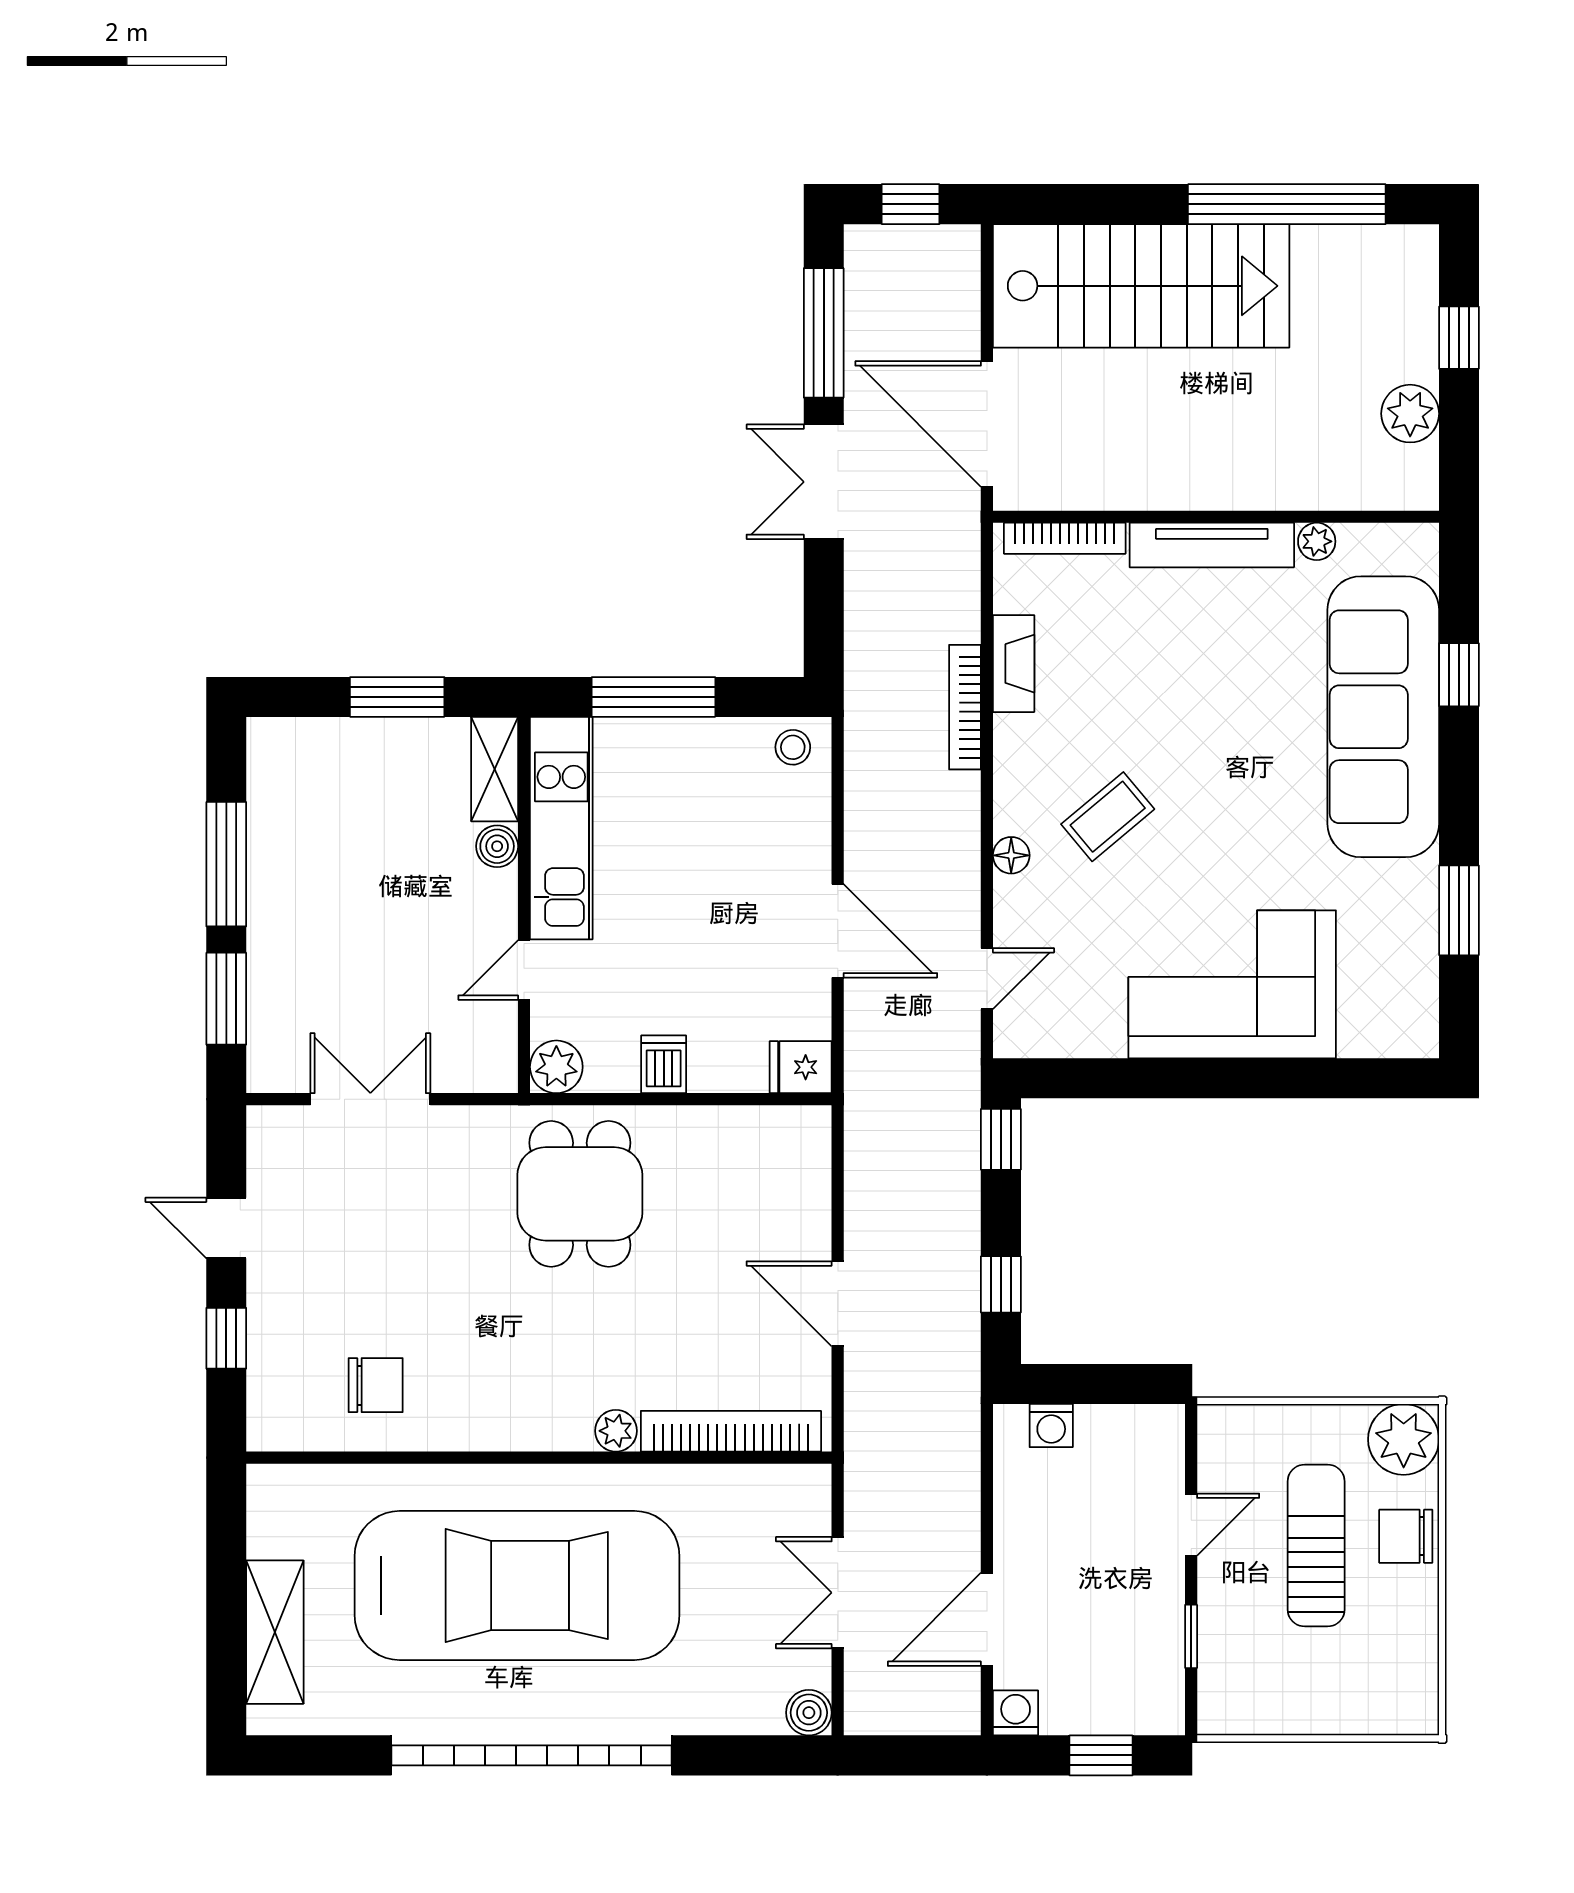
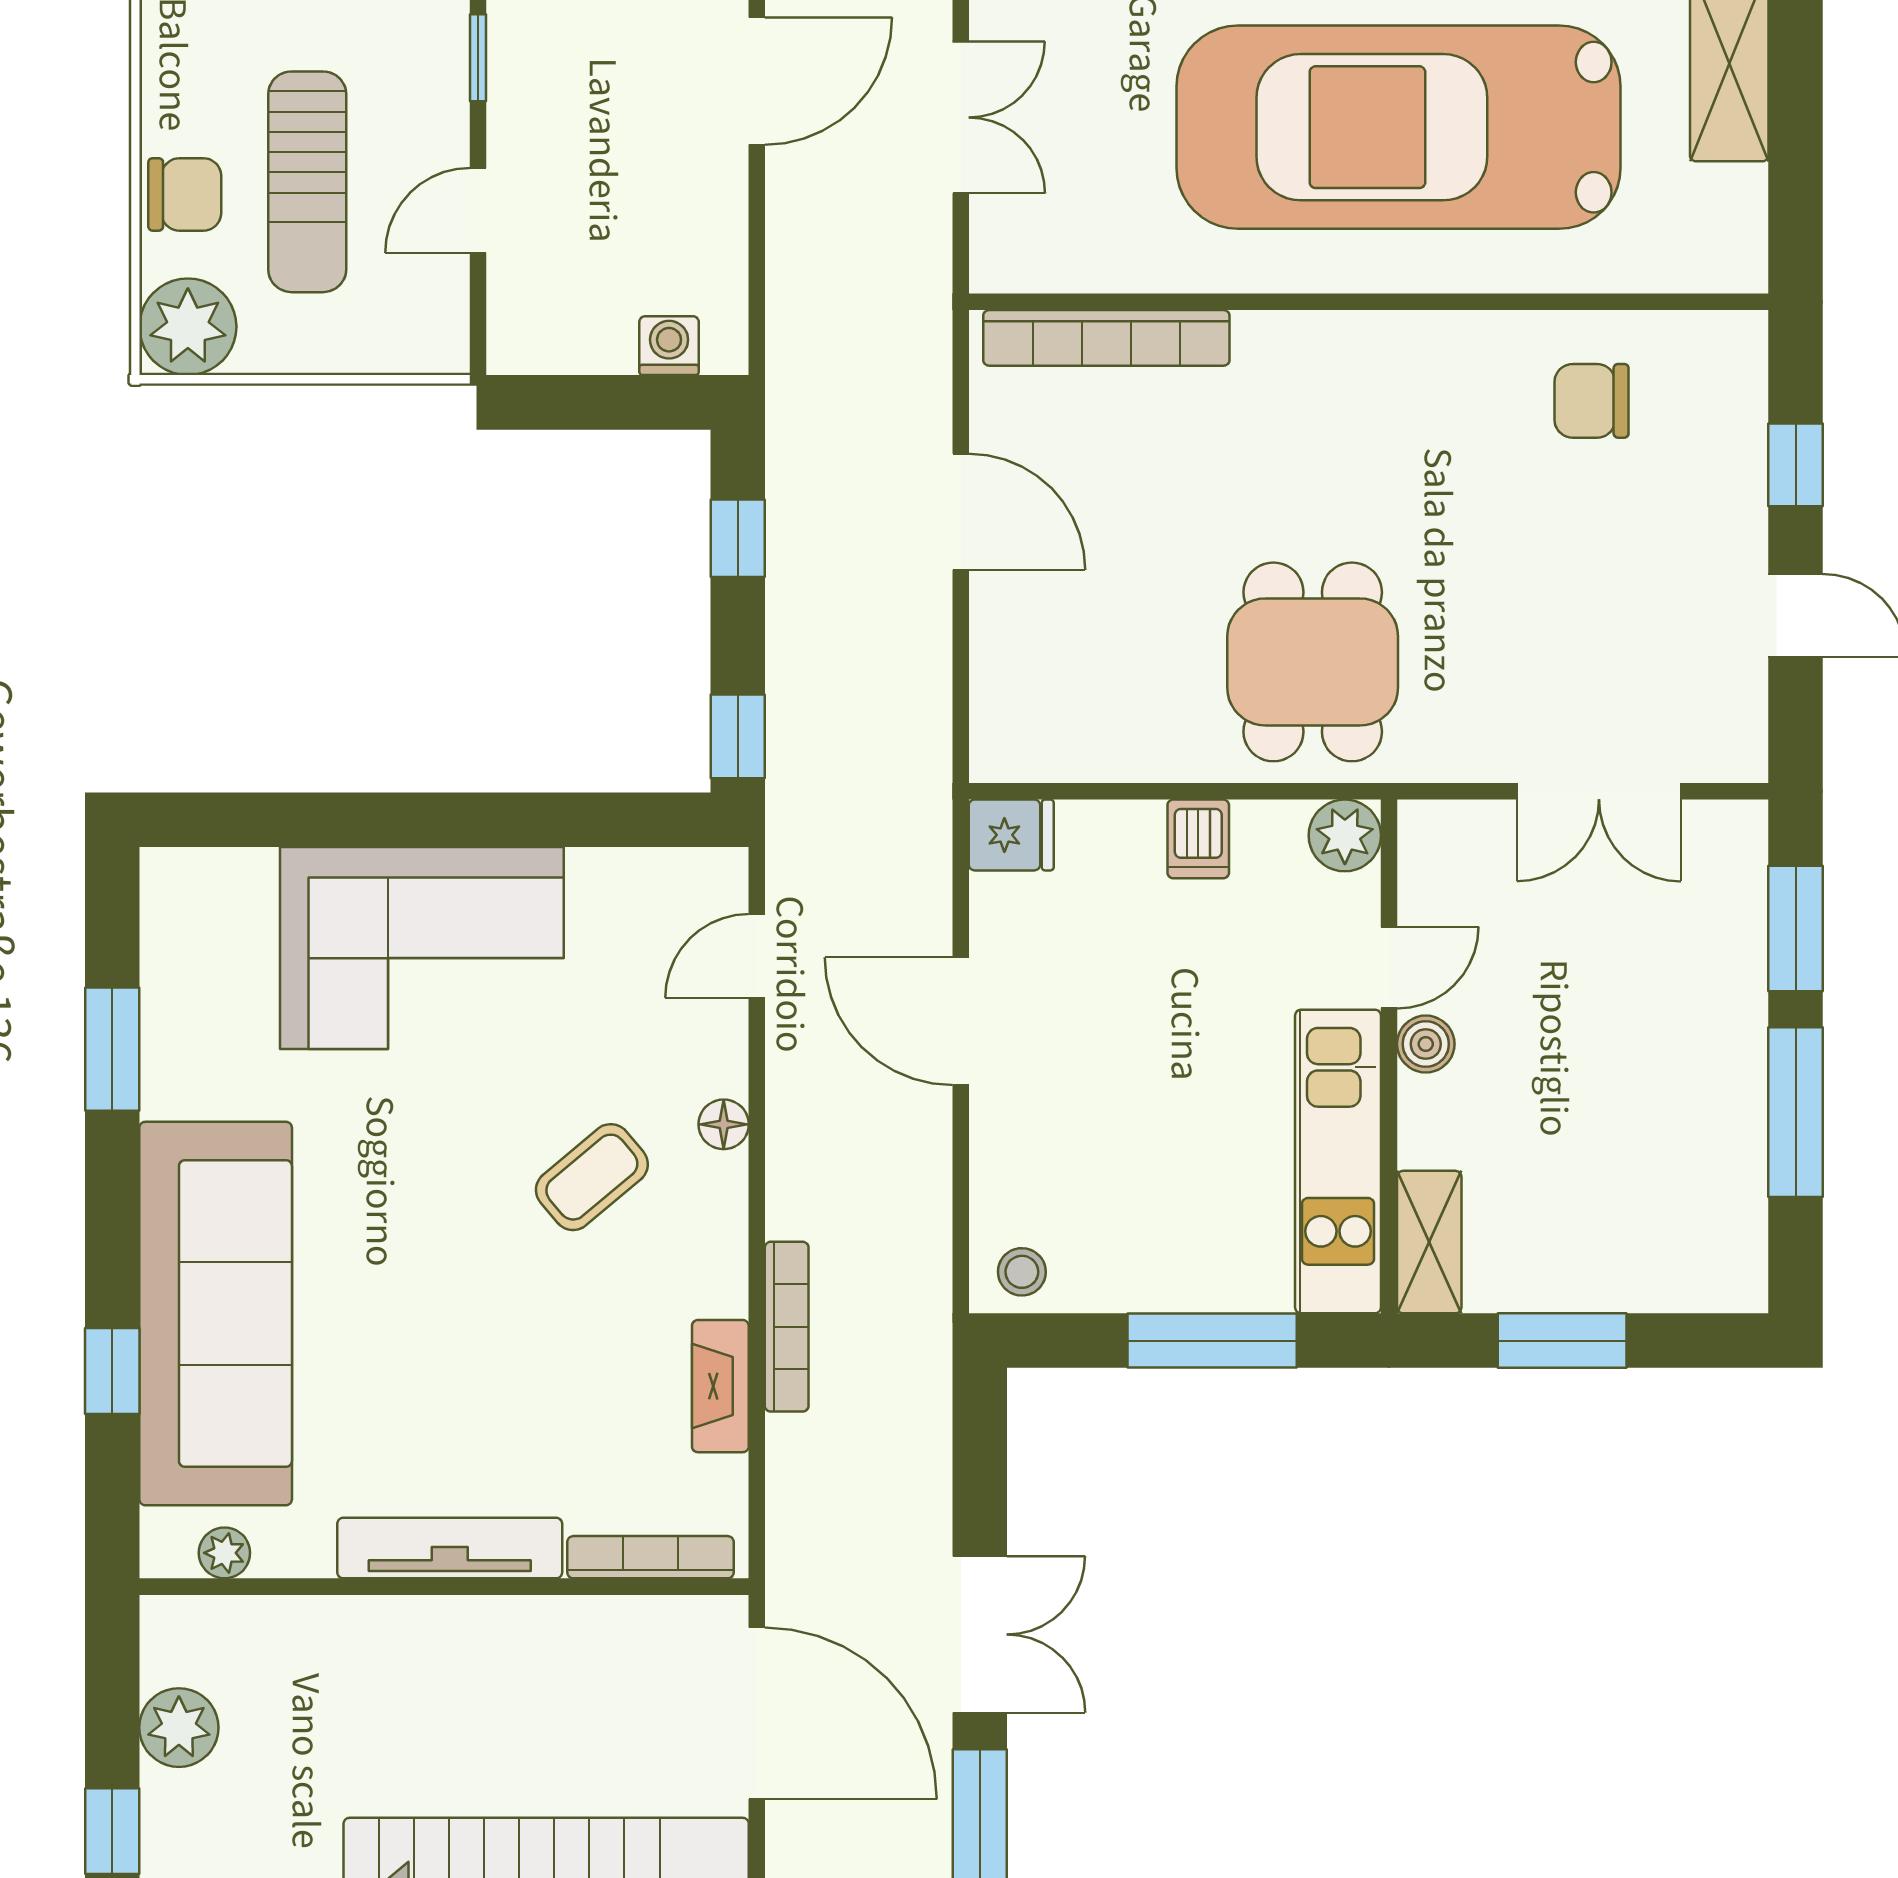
plant: (1317, 541) -> (224, 1553), moved
boiler: (497, 846) -> (1426, 1044), moved
plant: (616, 1431) -> (1263, 338), removed

